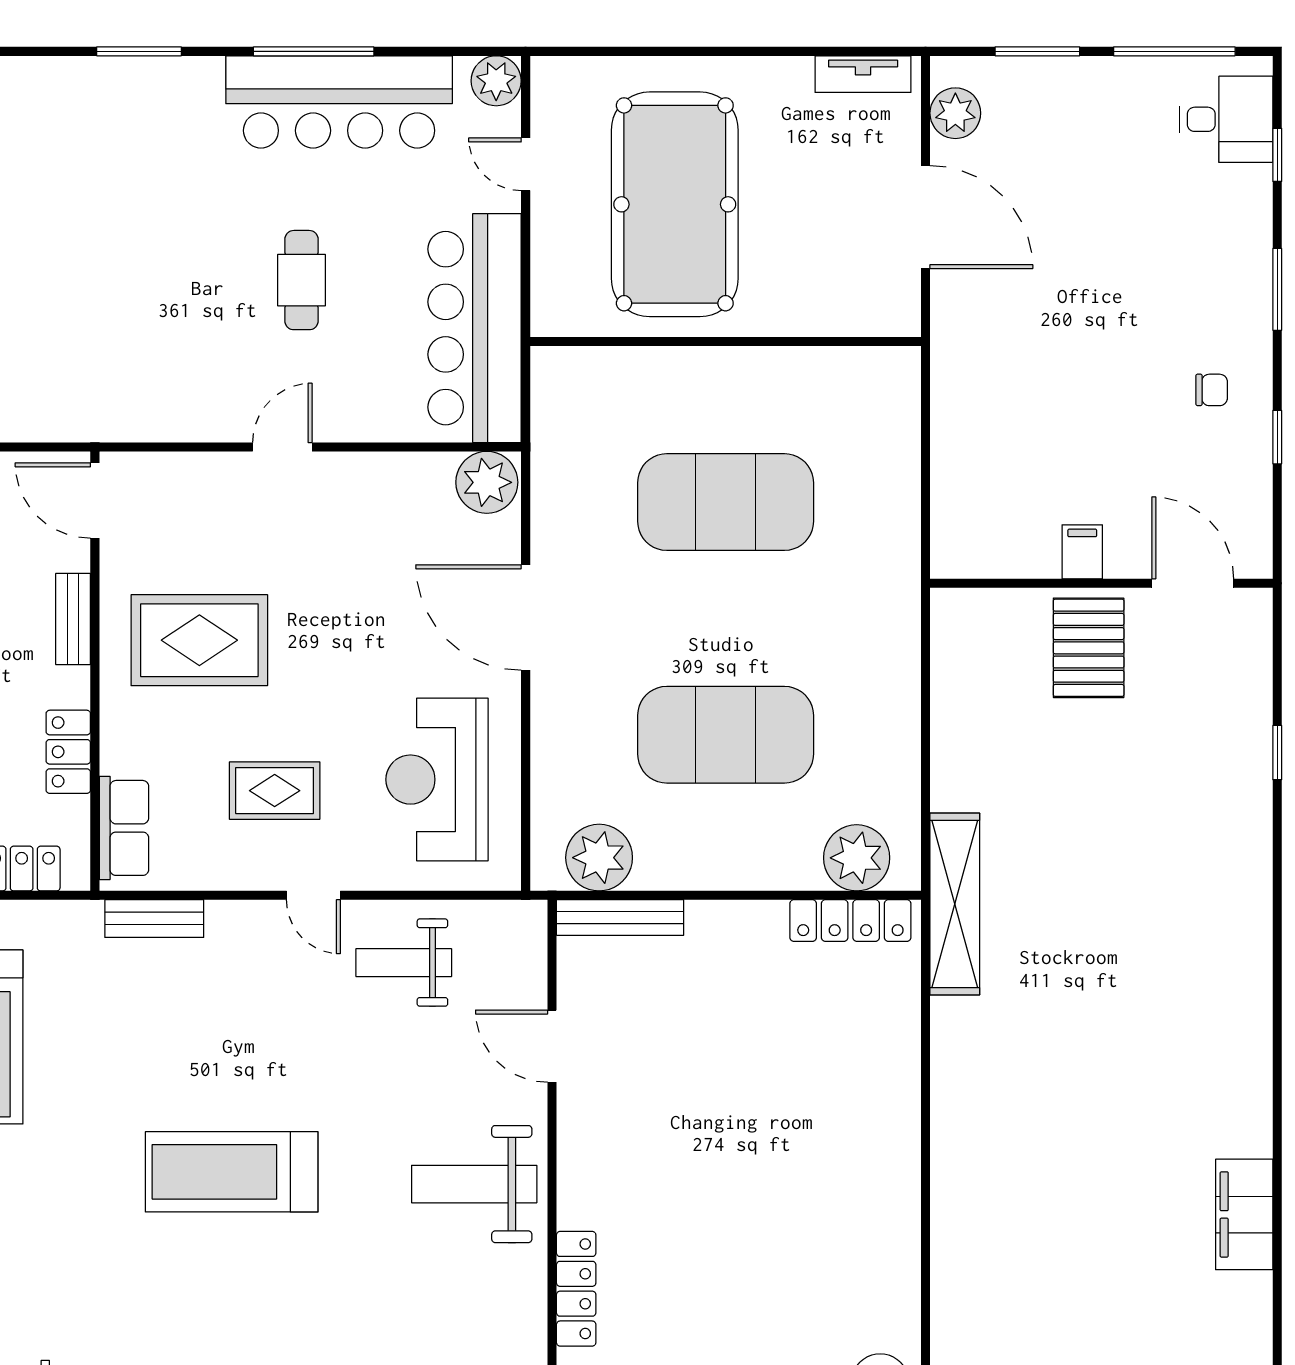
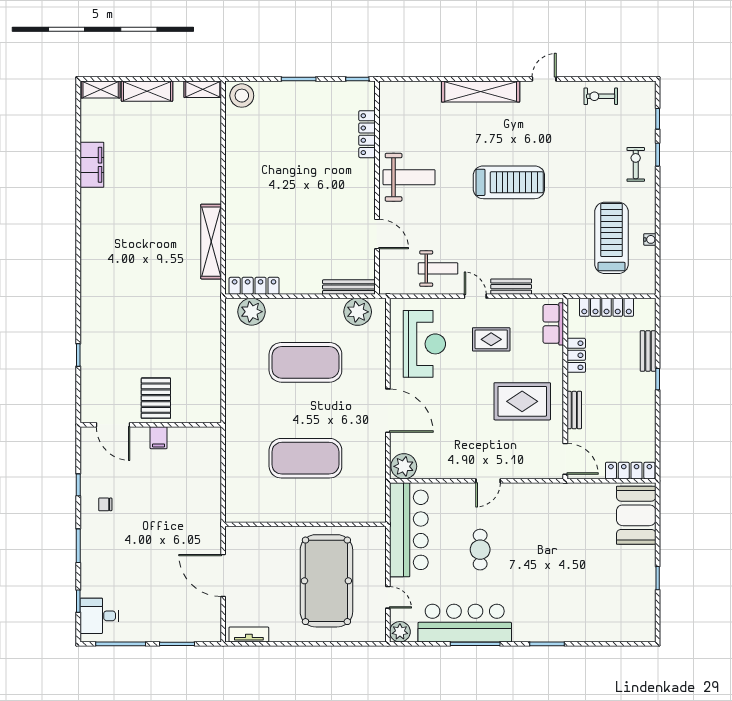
plant: (955, 113) -> (211, 618), removed
shelving: (955, 904) -> (211, 242), moved
bench: (154, 919) -> (511, 287), moved

